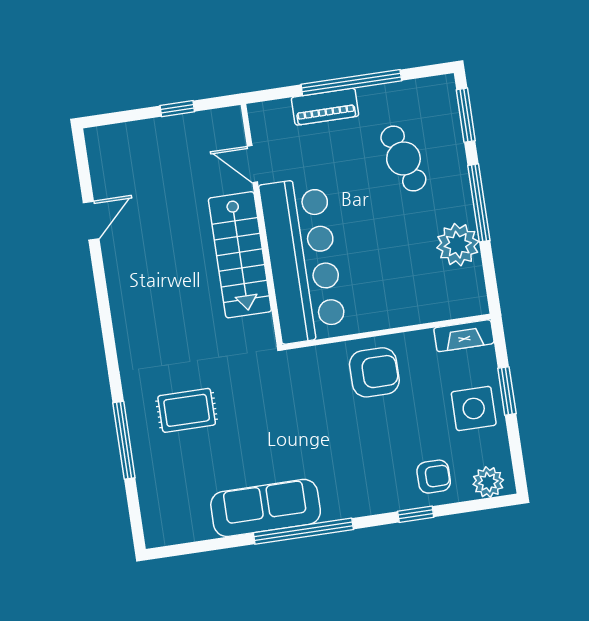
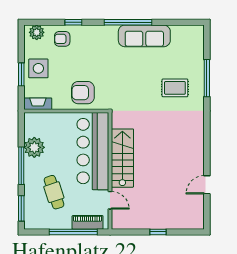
door: (252, 164) -> (110, 200), moved
wall: (261, 225) -> (110, 171), moved
stairs: (240, 255) -> (122, 158), moved
bar counter: (303, 260) -> (93, 151), moved

